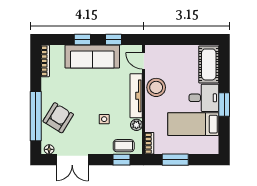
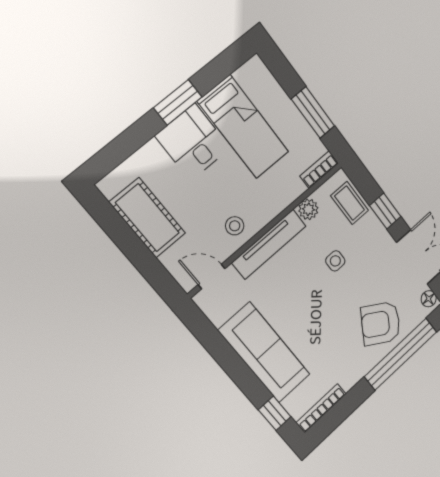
window: (82, 39) -> (275, 413), moved
window: (114, 39) -> (217, 345), removed
door: (144, 61) -> (212, 277), swing flipped
cot: (209, 64) -> (148, 218), moved, turned 90
stool: (156, 87) -> (235, 226), width x0.53, depth x0.53
window: (121, 160) -> (385, 211), moved

